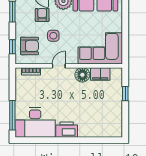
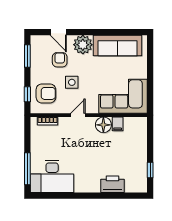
filing cabinet: (100, 74) -> (118, 124), width x0.50
window: (125, 94) -> (150, 170), moved
printer: (67, 130) -> (112, 184), moved

